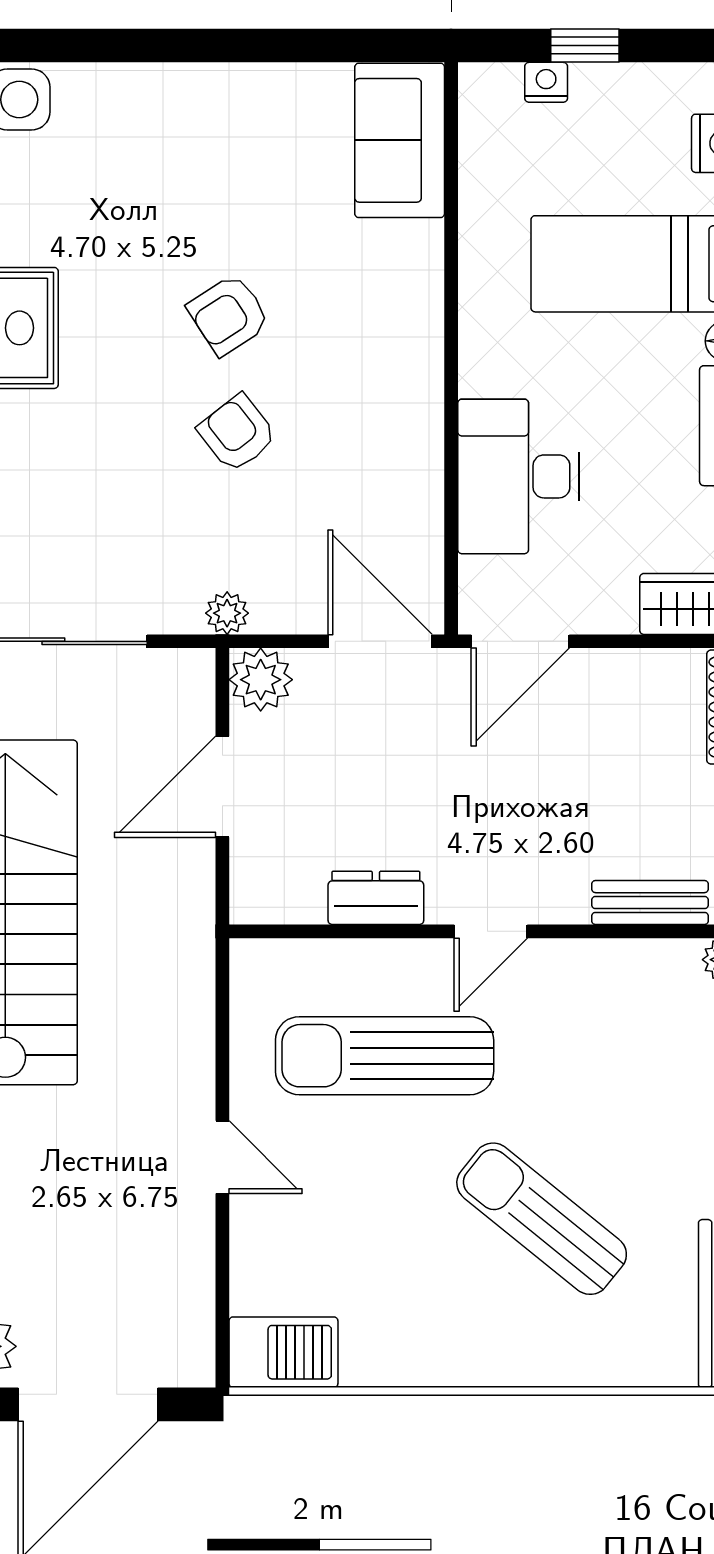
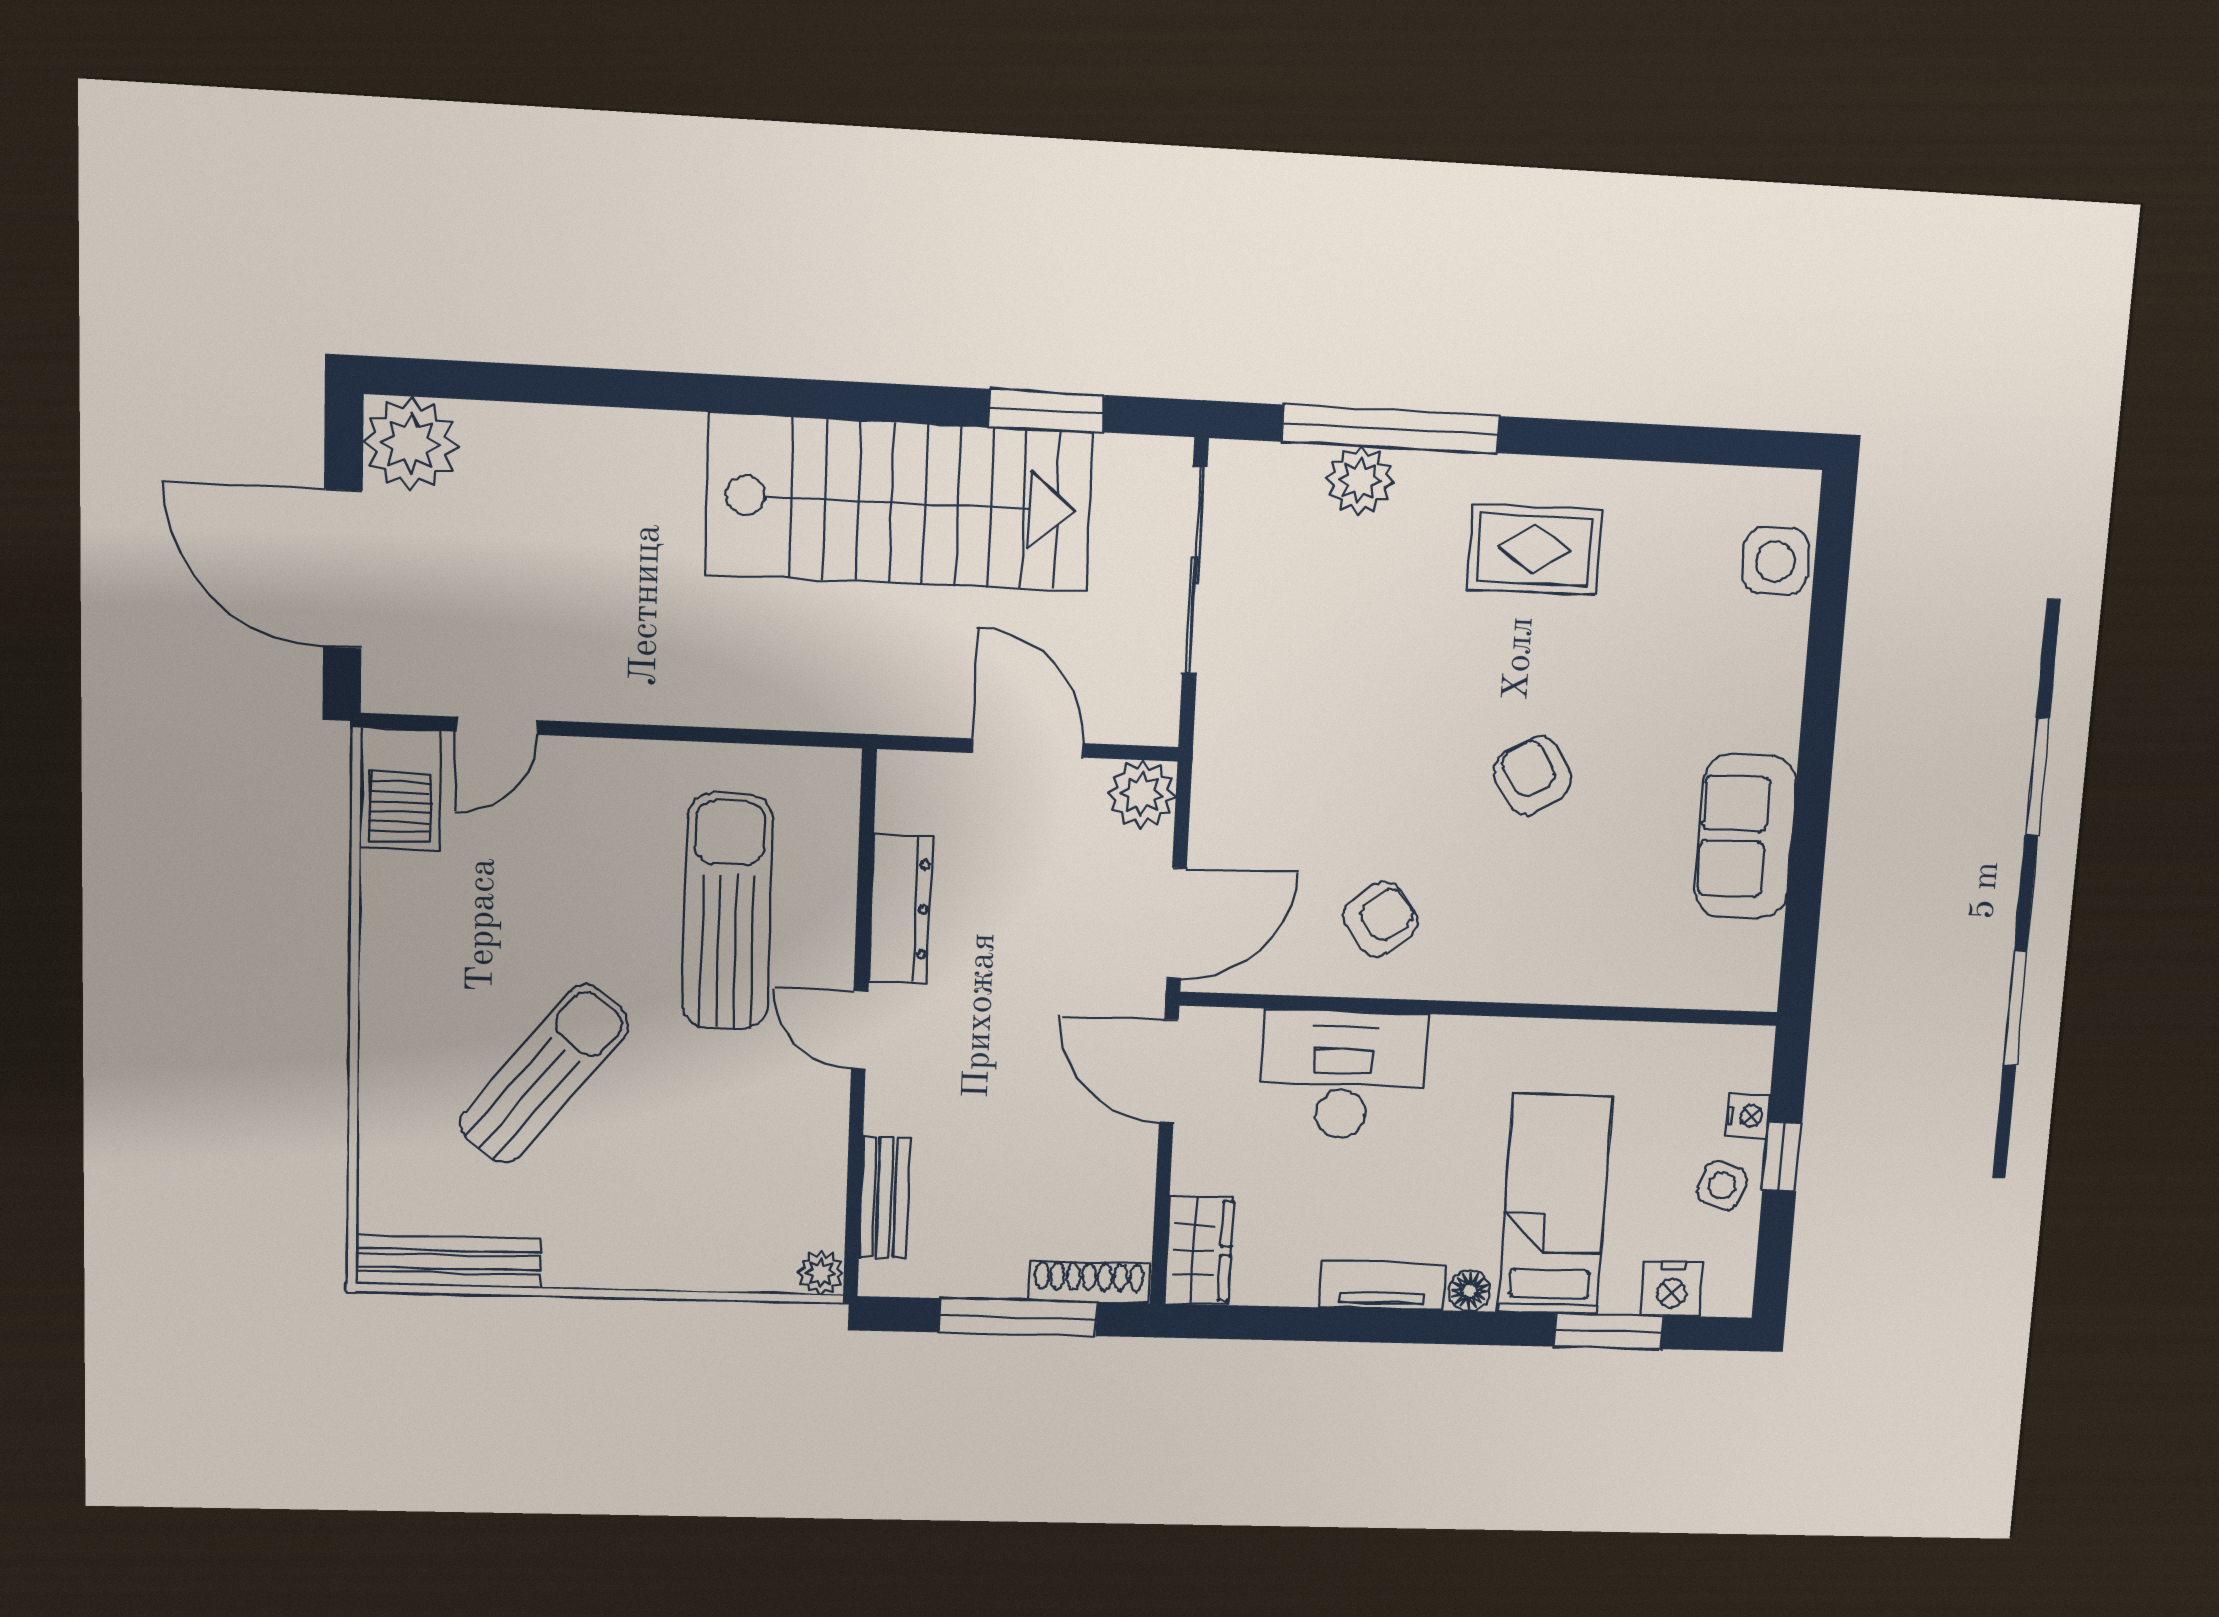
side table: (615, 102) -> (1722, 1185), added
sofa: (400, 140) -> (1745, 836), moved, turned -90
armchair: (237, 433) -> (1380, 919), moved
plant: (227, 613) -> (1215, 761), removed
dresser: (376, 898) -> (900, 909), width x1.44
door: (222, 1157) -> (497, 726), moved

